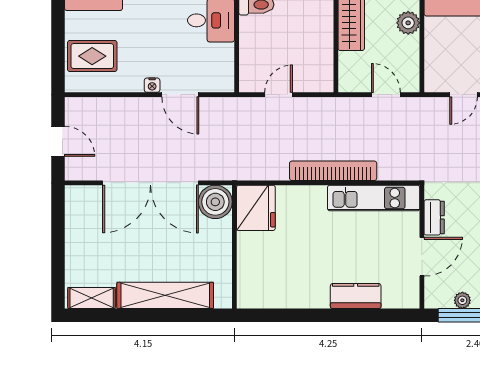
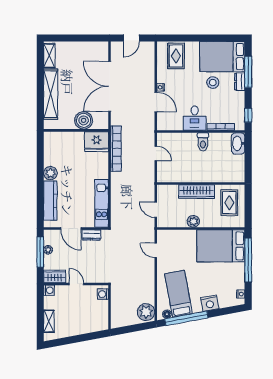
door: (180, 95) -> (156, 102), swing flipped
door: (386, 95) -> (156, 210), swing flipped
bookcase: (333, 171) -> (116, 148), moved
boiler: (215, 202) -> (84, 120), moved
plant: (316, 296) -> (50, 173), added
kitchen counter: (356, 296) -> (50, 200), width x1.50

